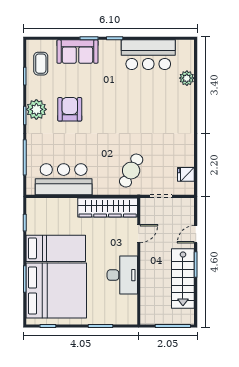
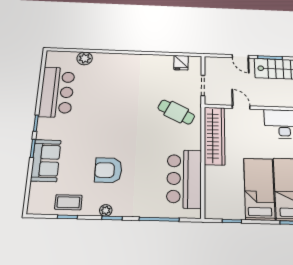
coffee table: (41, 64) -> (68, 202), moved
plant: (36, 109) -> (106, 210), width x0.53, depth x0.53

